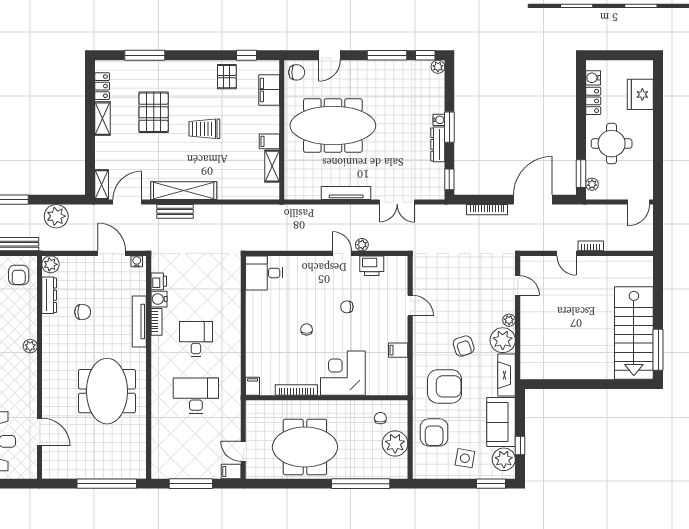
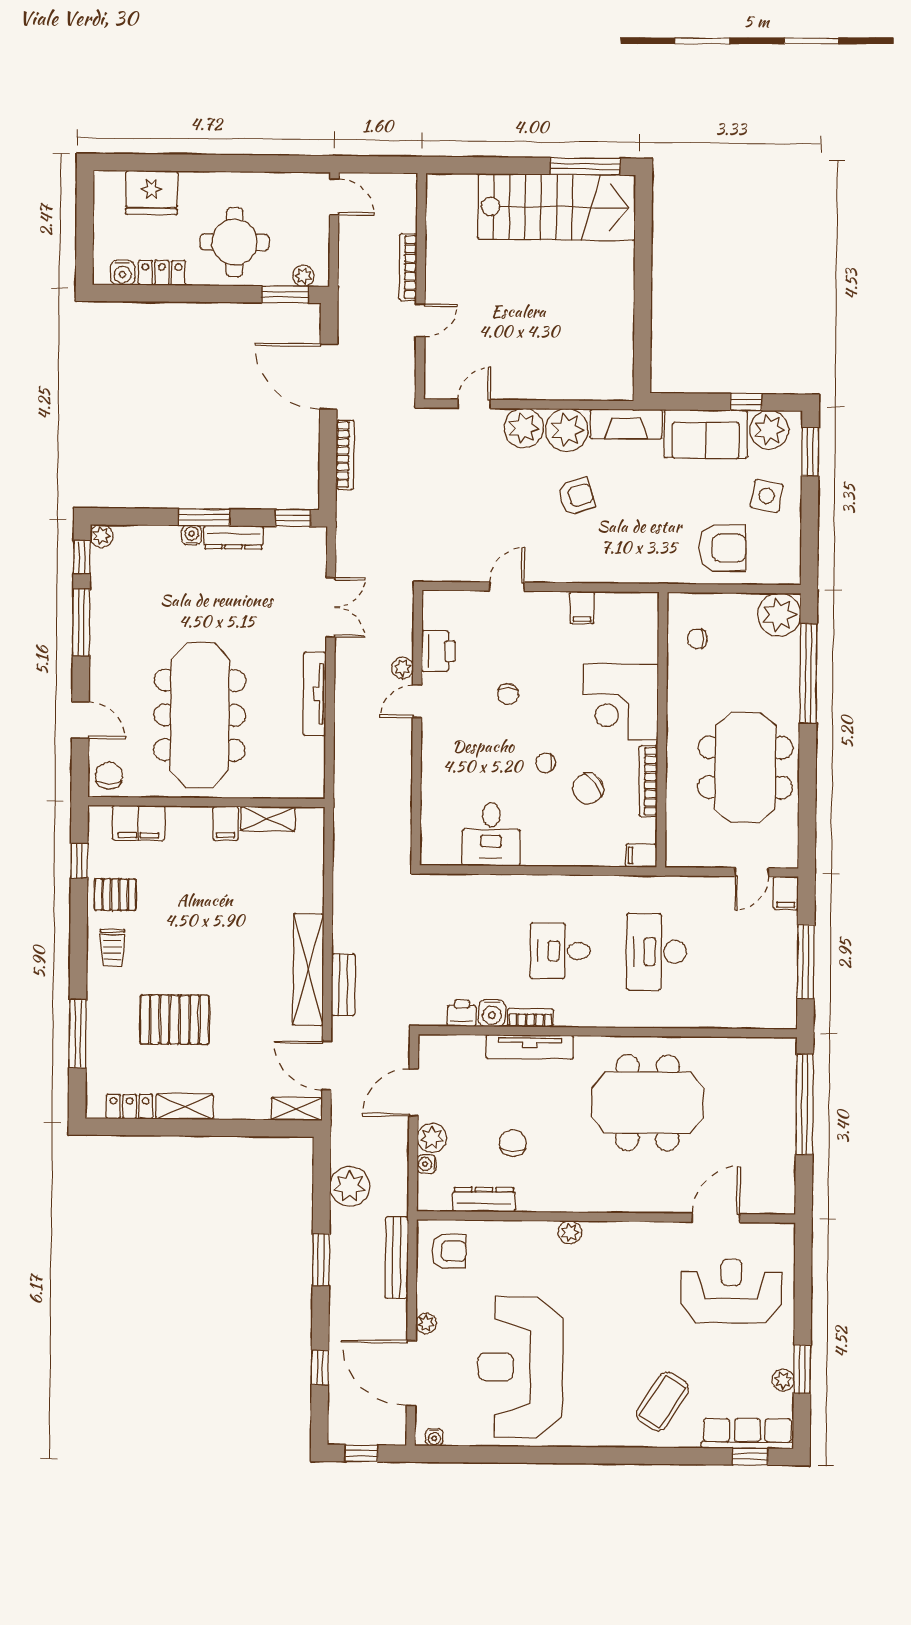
trolley: (204, 129) -> (112, 948), moved, width x0.73, depth x0.72
bookcase: (591, 246) -> (408, 267), width x1.56
water cooler: (137, 261) -> (427, 1164), moved
plant: (50, 264) -> (432, 1138), moved
desk: (264, 273) -> (491, 834), moved
plant: (509, 320) -> (524, 428), width x1.88, depth x1.88
chair: (292, 354) -> (588, 789), added
armchair: (445, 386) -> (645, 529), removed
plant: (395, 443) -> (779, 615), moved

